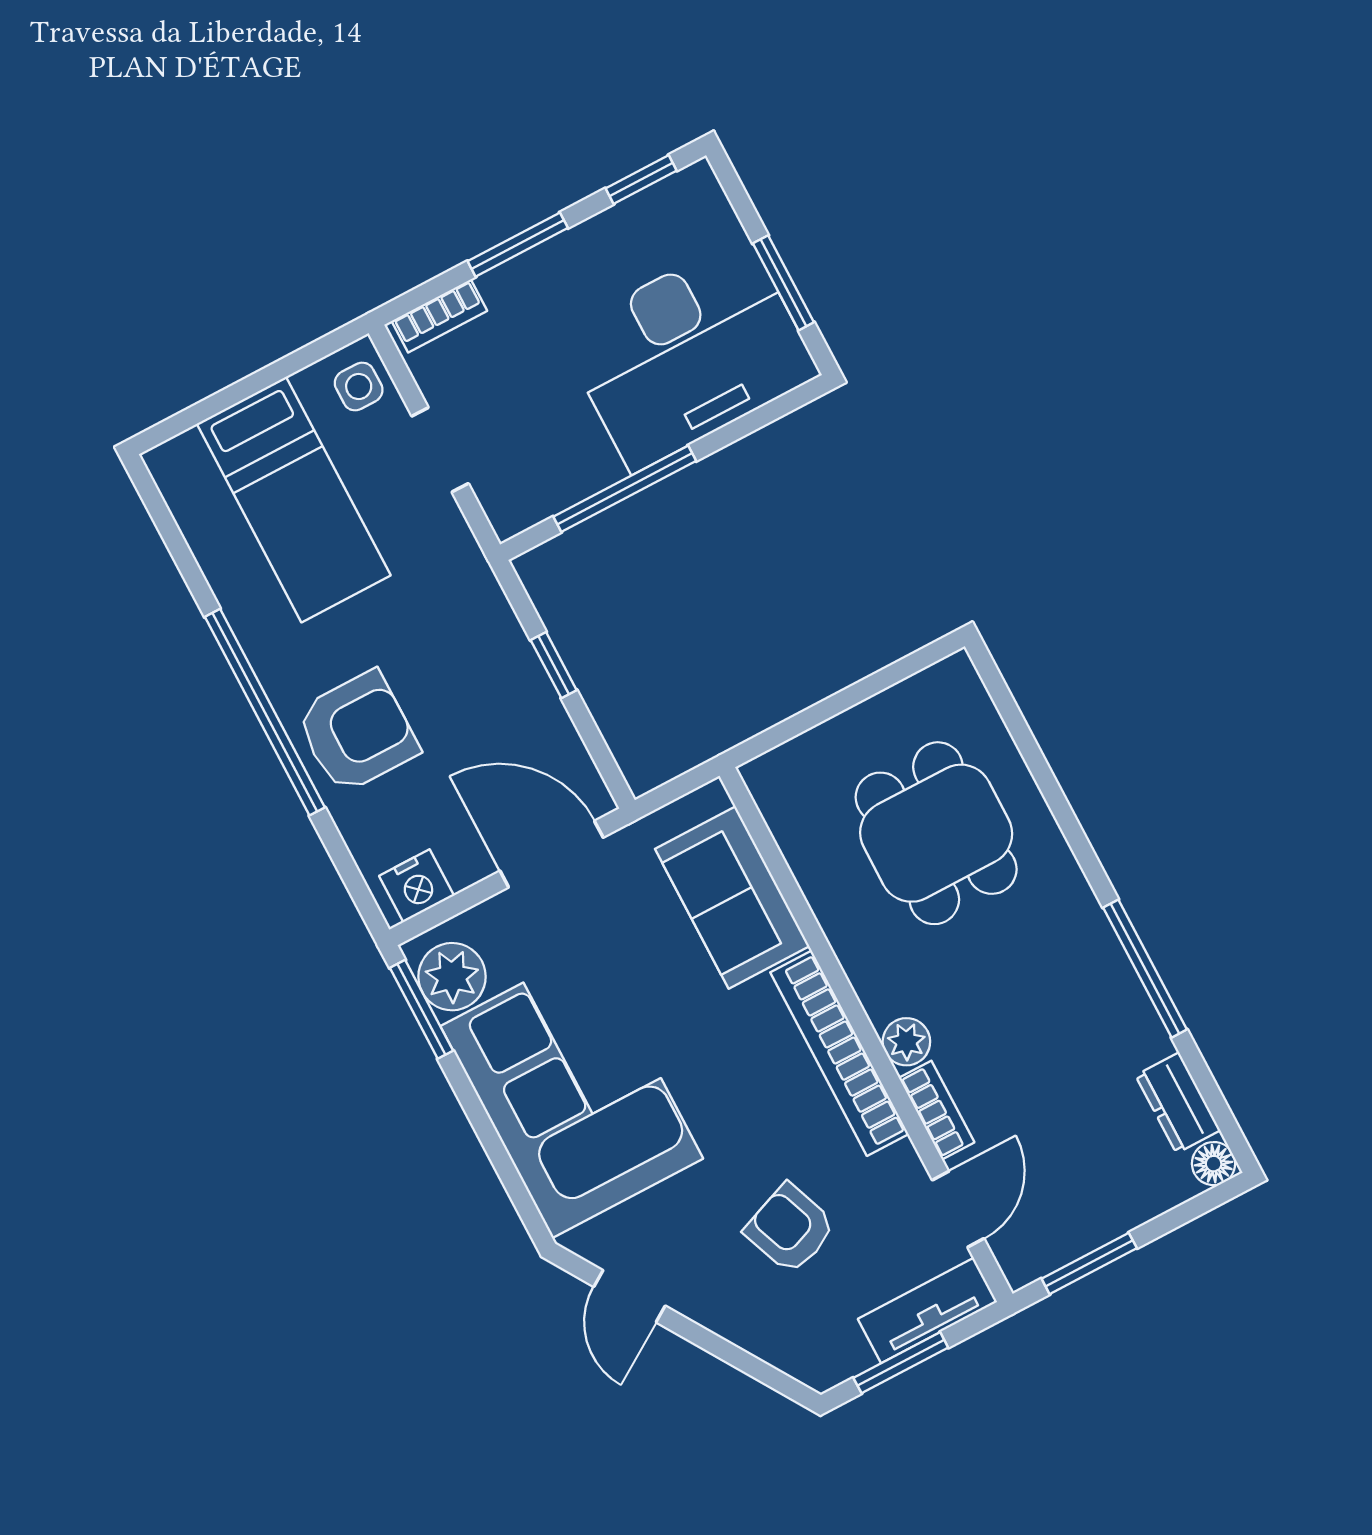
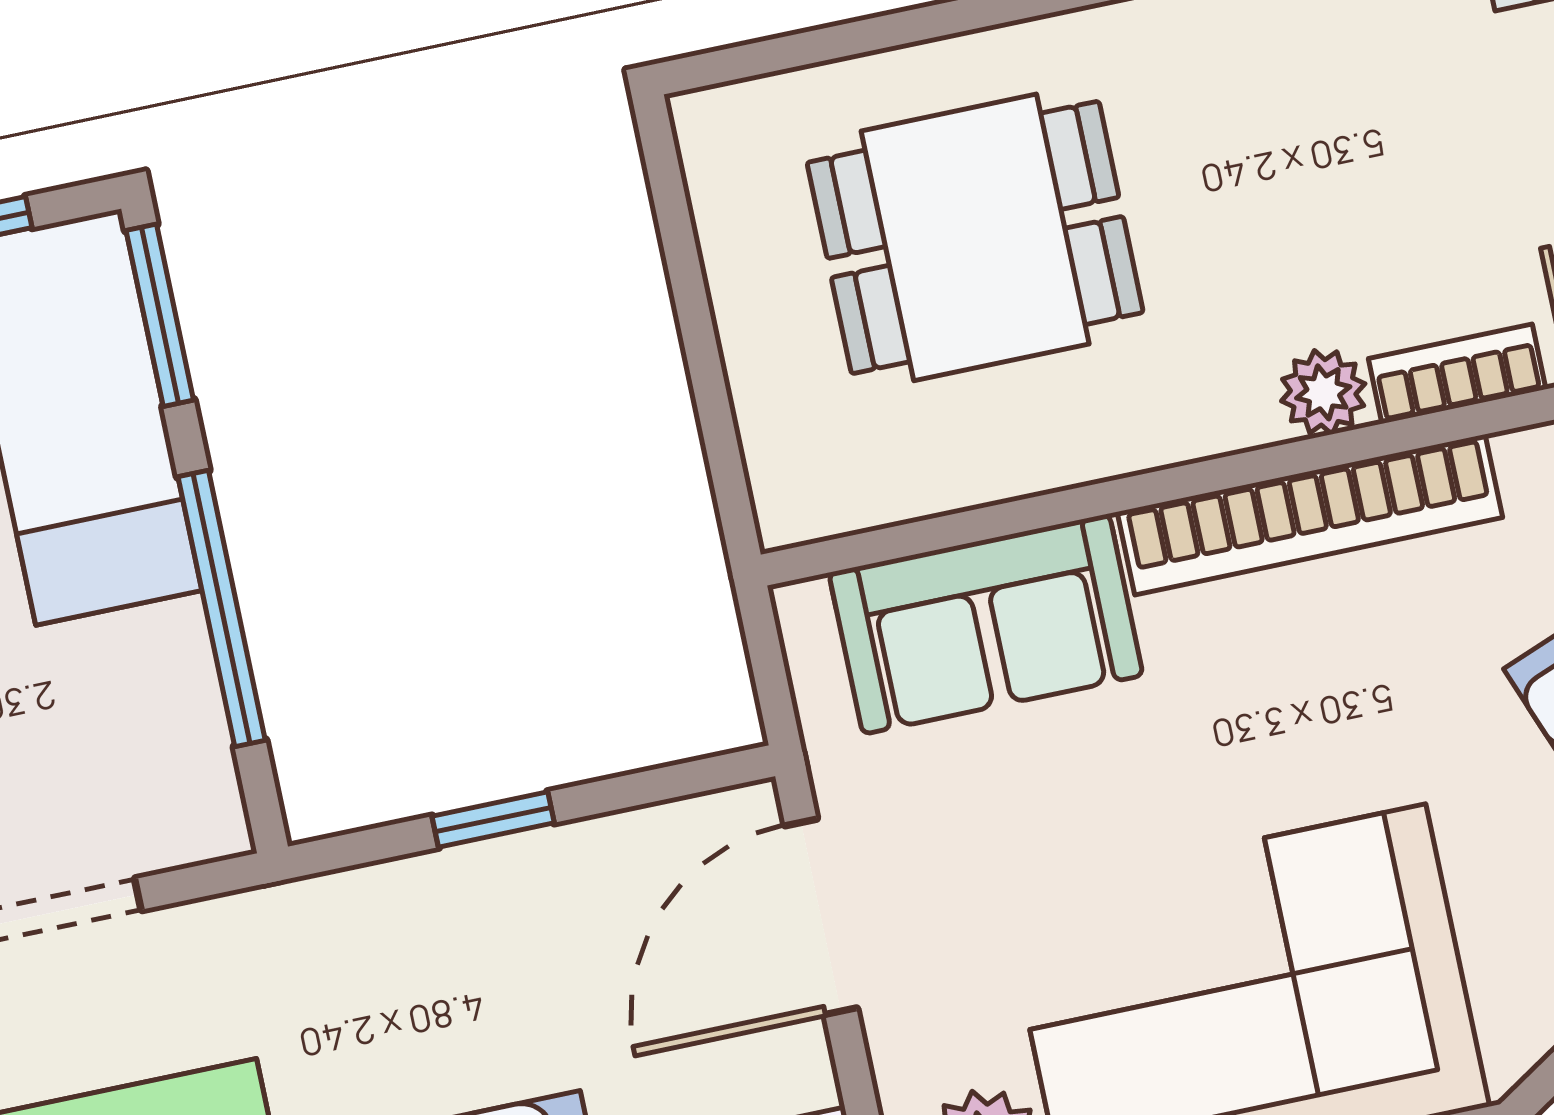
window: (771, 412) -> (160, 315), added

